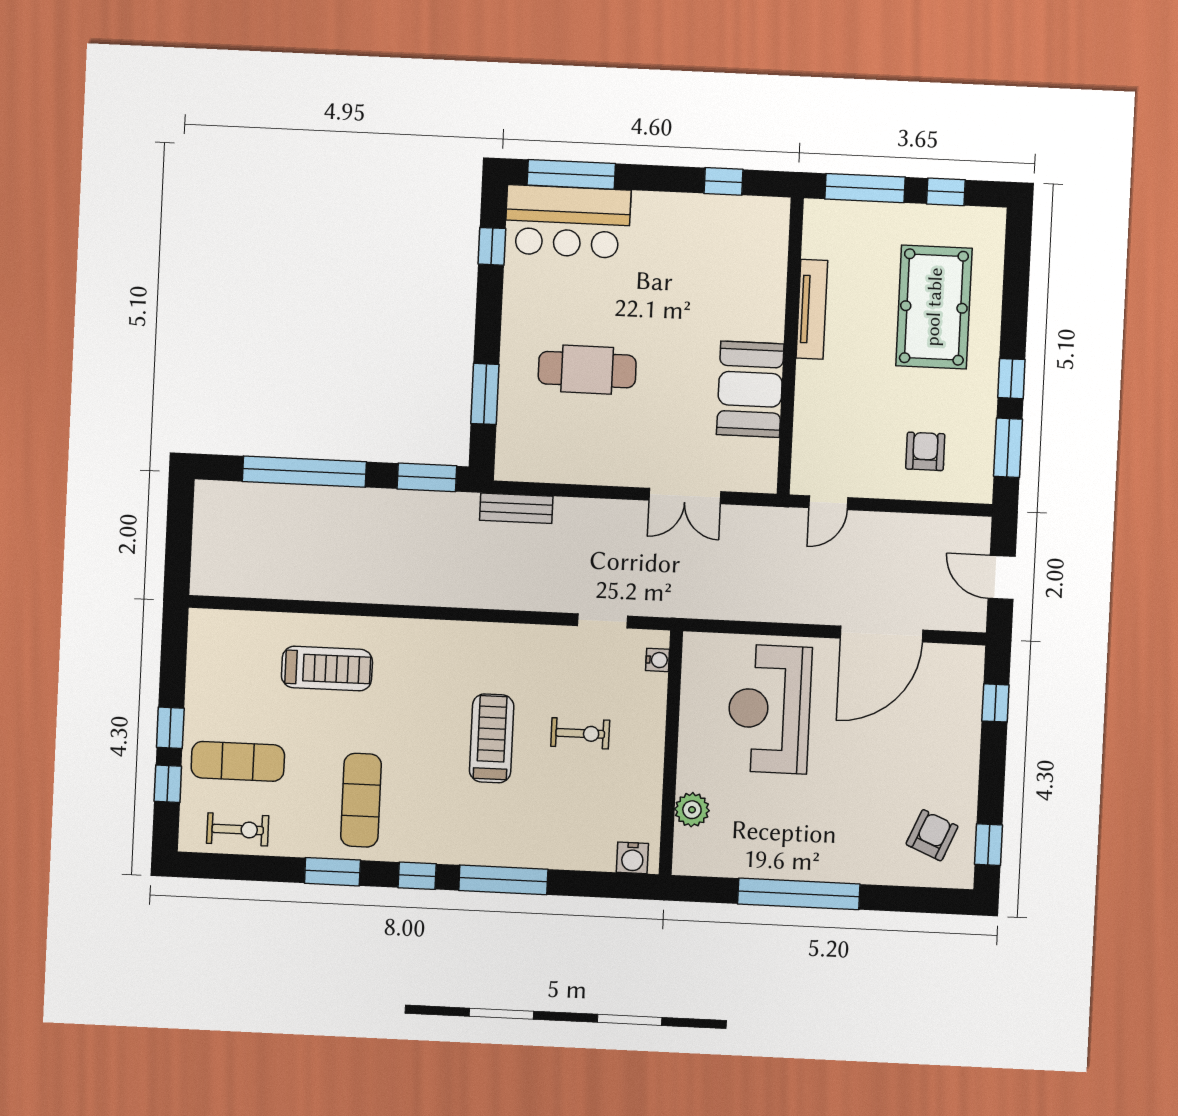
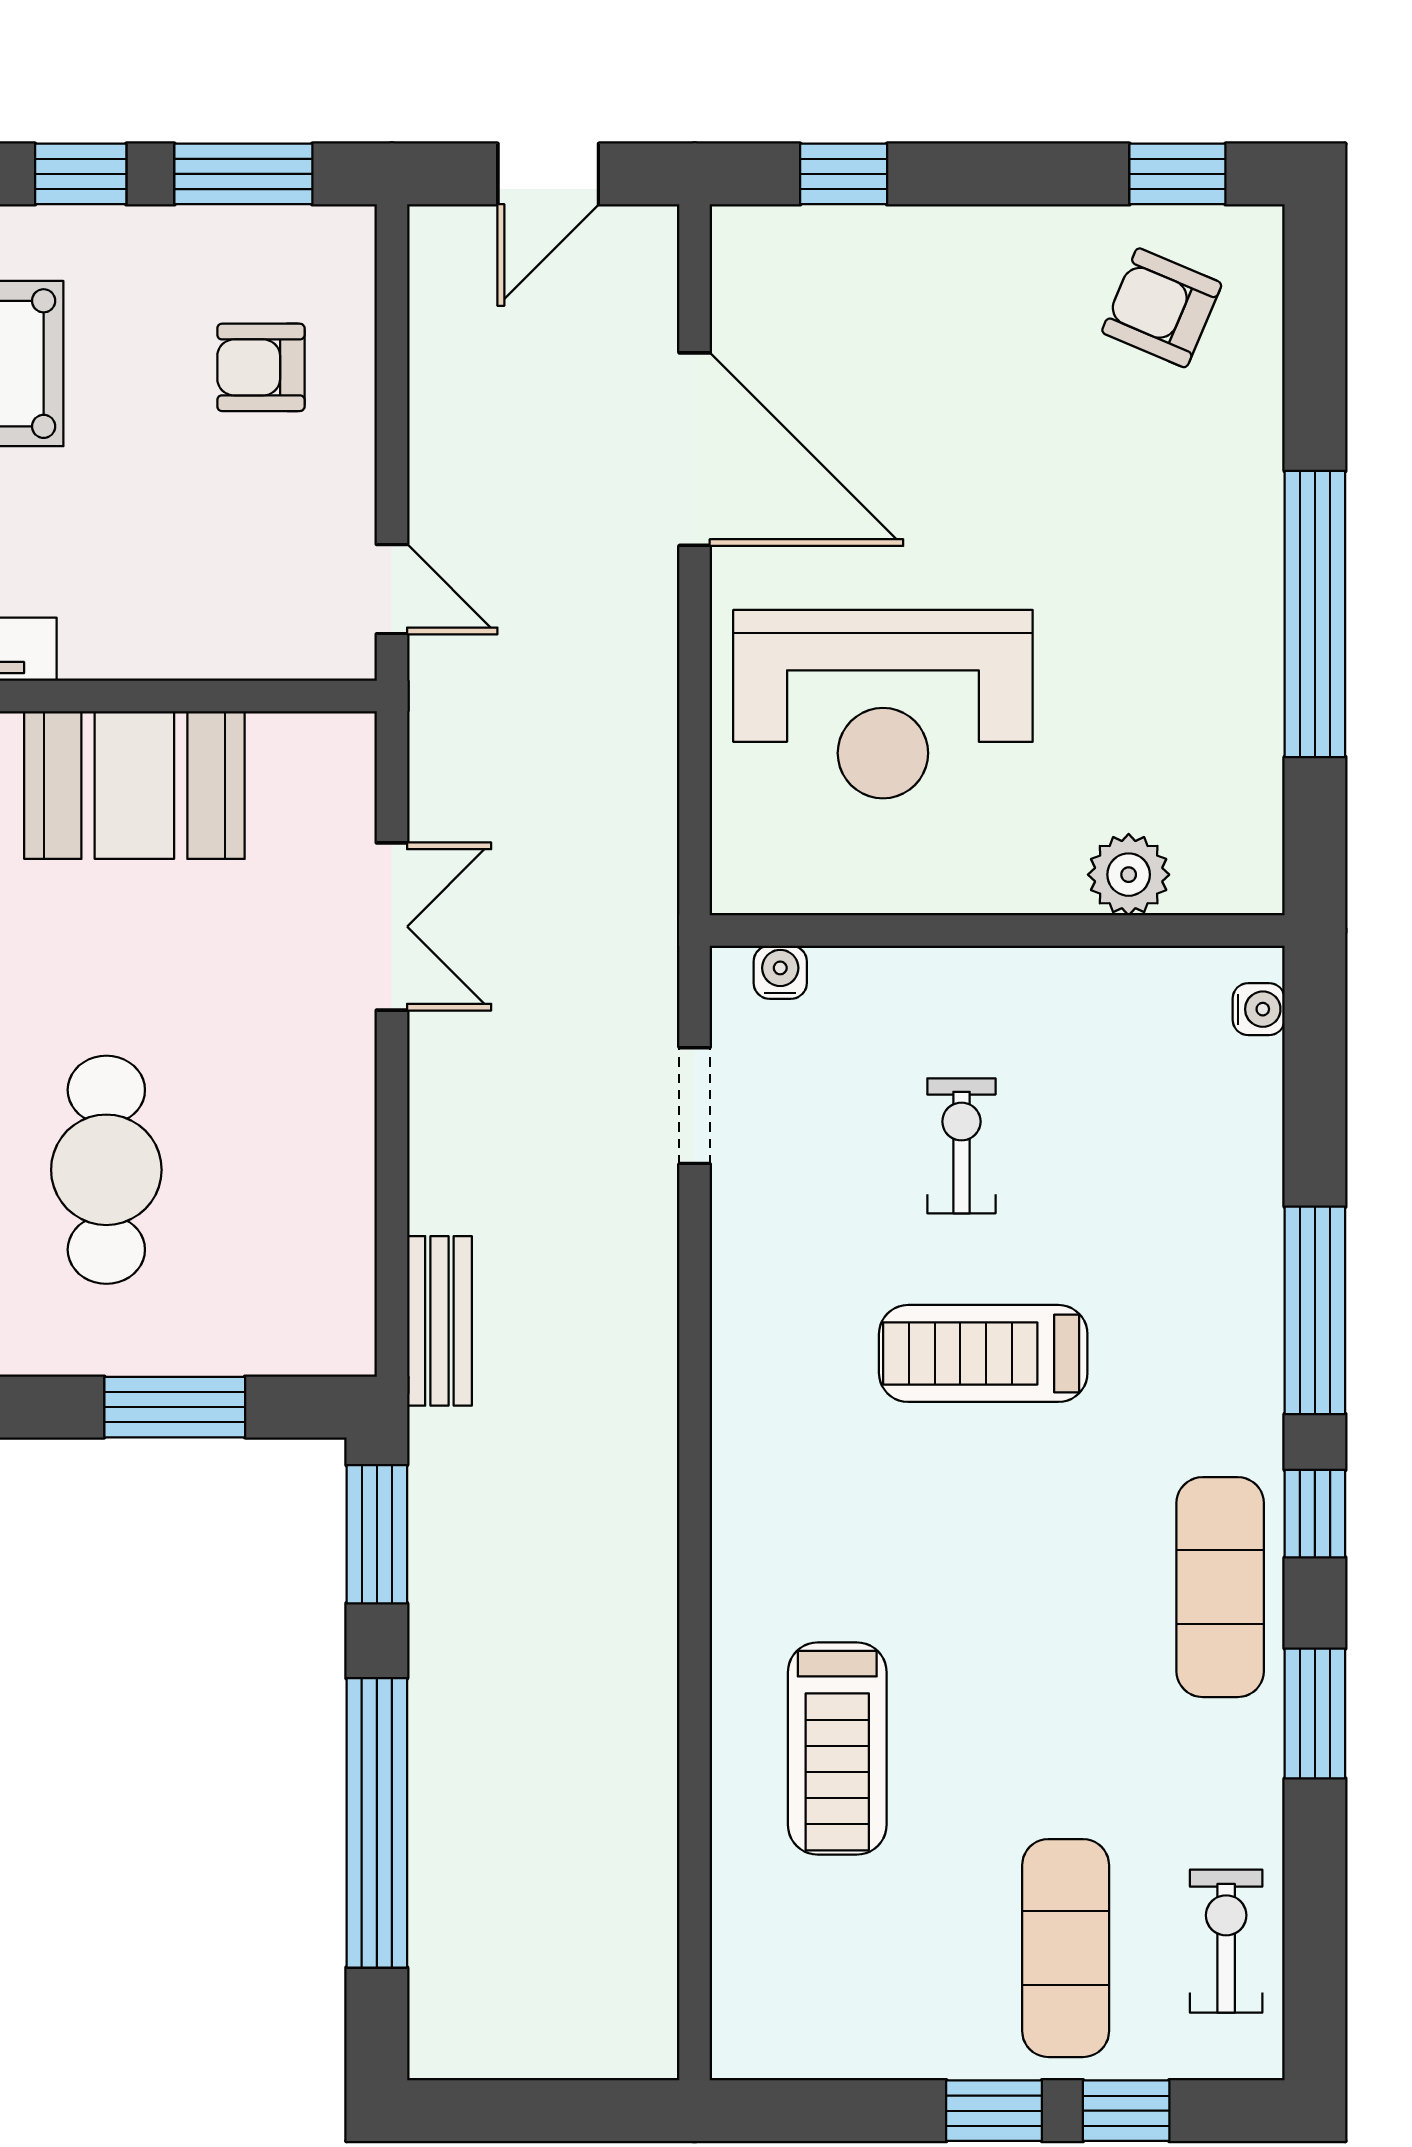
treadmill: (327, 669) -> (837, 1748), turned 180
exercise mat: (361, 800) -> (1220, 1587), moved, turned 90
water cooler: (632, 858) -> (1259, 1009), width x0.72, depth x0.72

